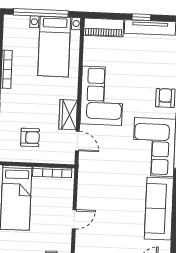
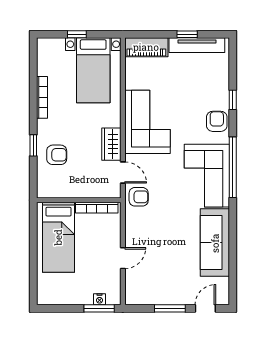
window: (41, 13) -> (77, 34), width x0.32
armchair: (30, 137) -> (57, 155), moved
armchair: (91, 164) -> (139, 197), added

